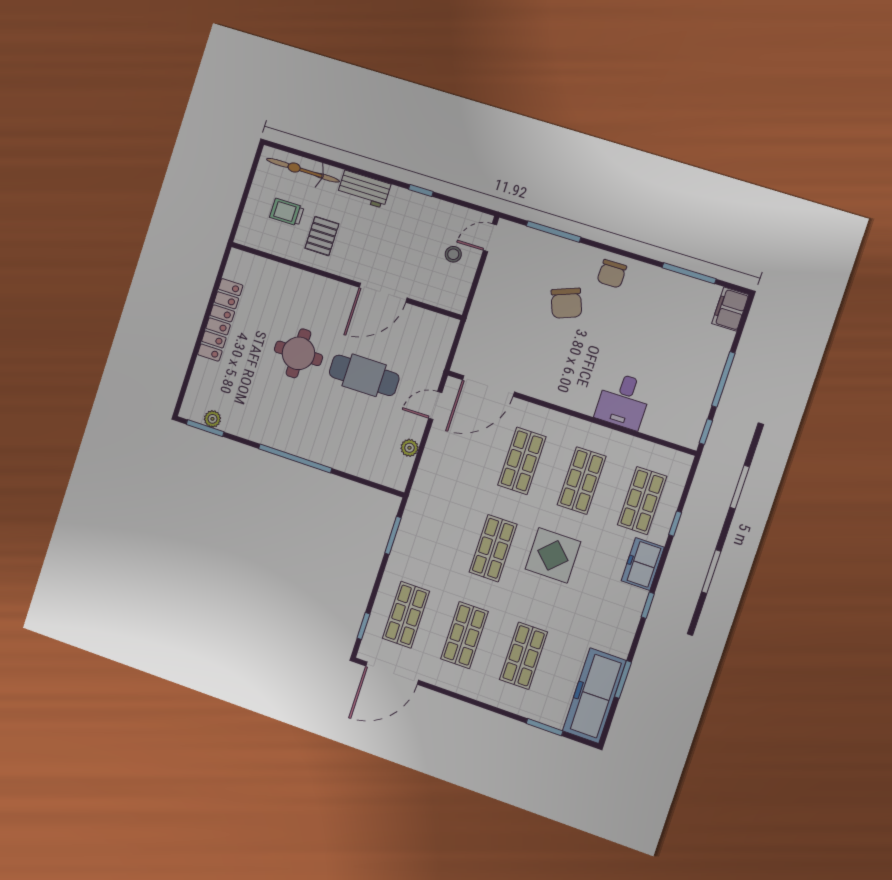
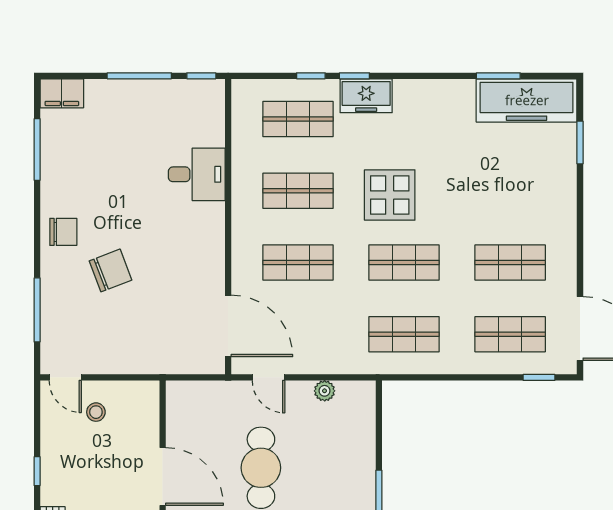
window: (393, 535) -> (427, 377), removed
window: (648, 605) -> (354, 76), moved
shop shelf: (524, 656) -> (404, 334), moved

